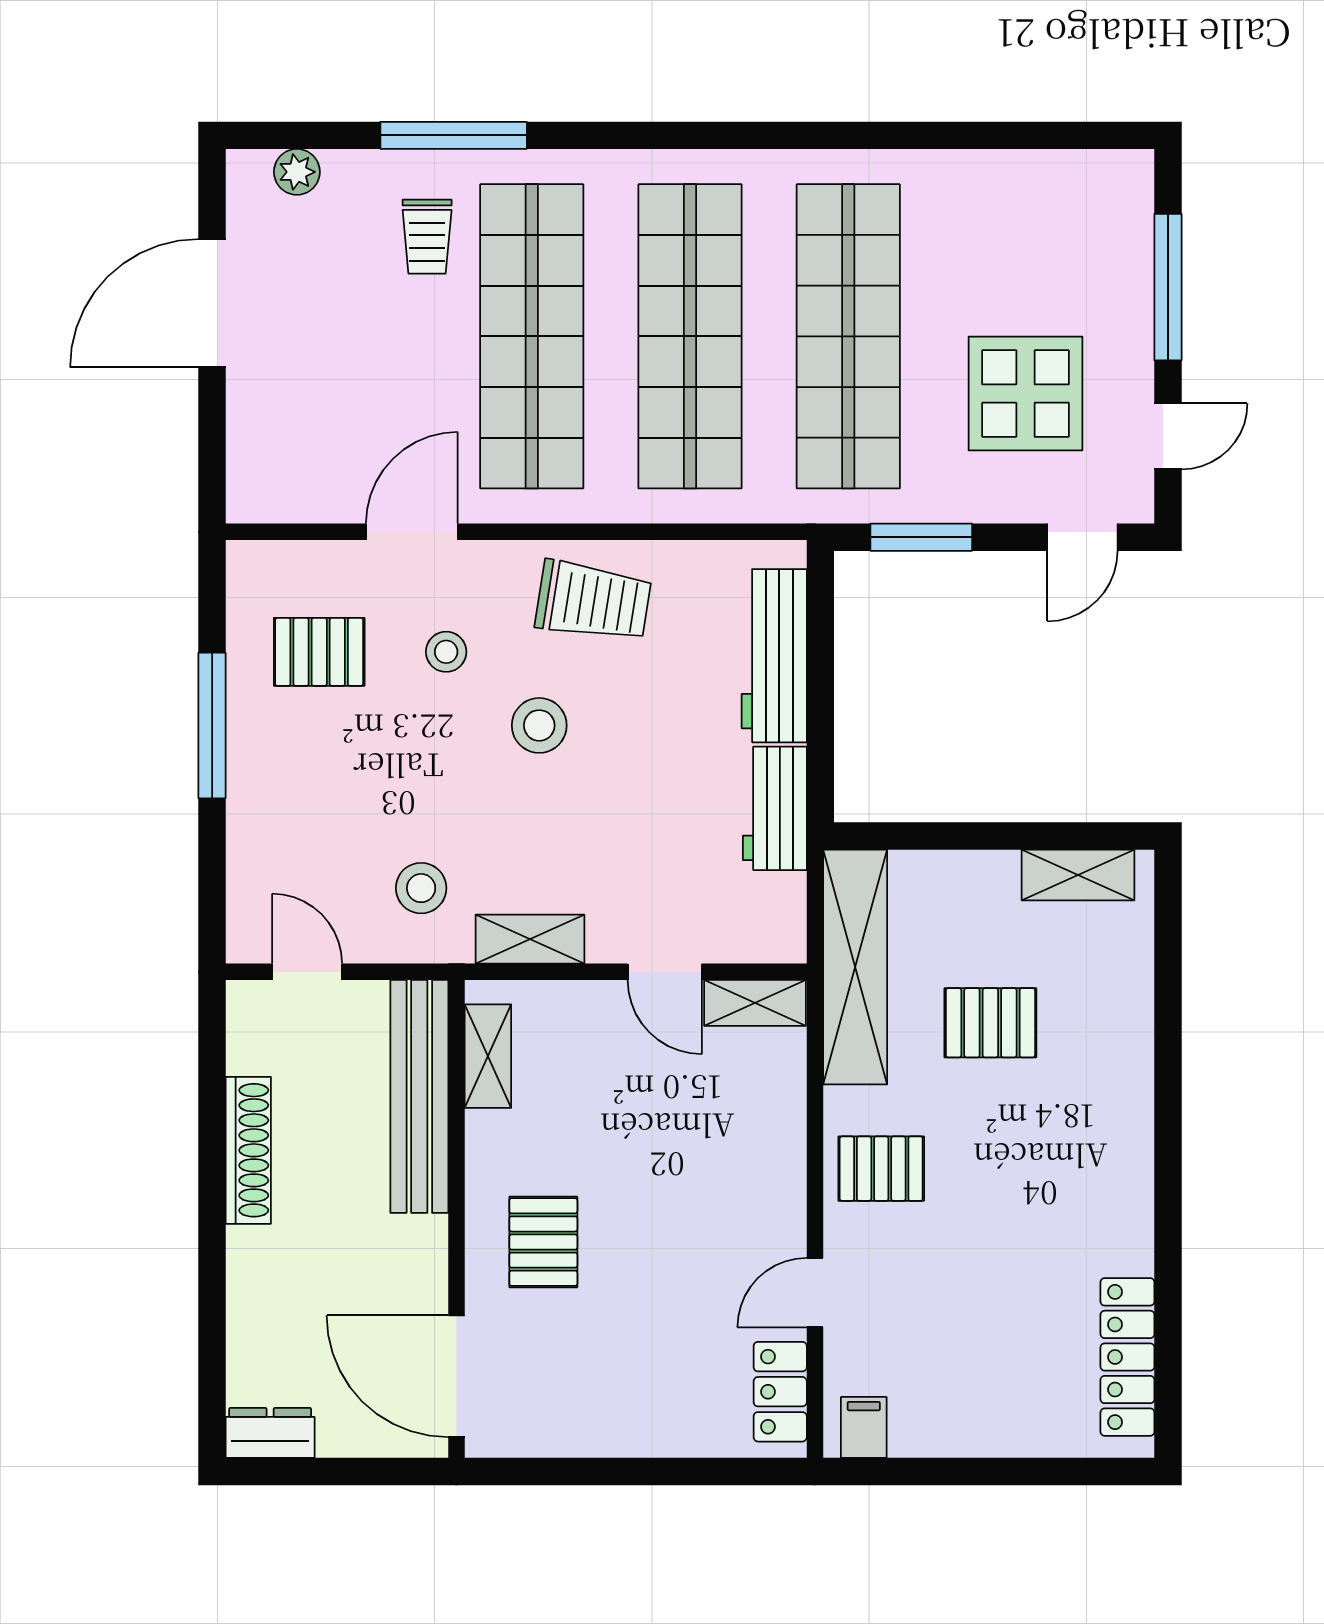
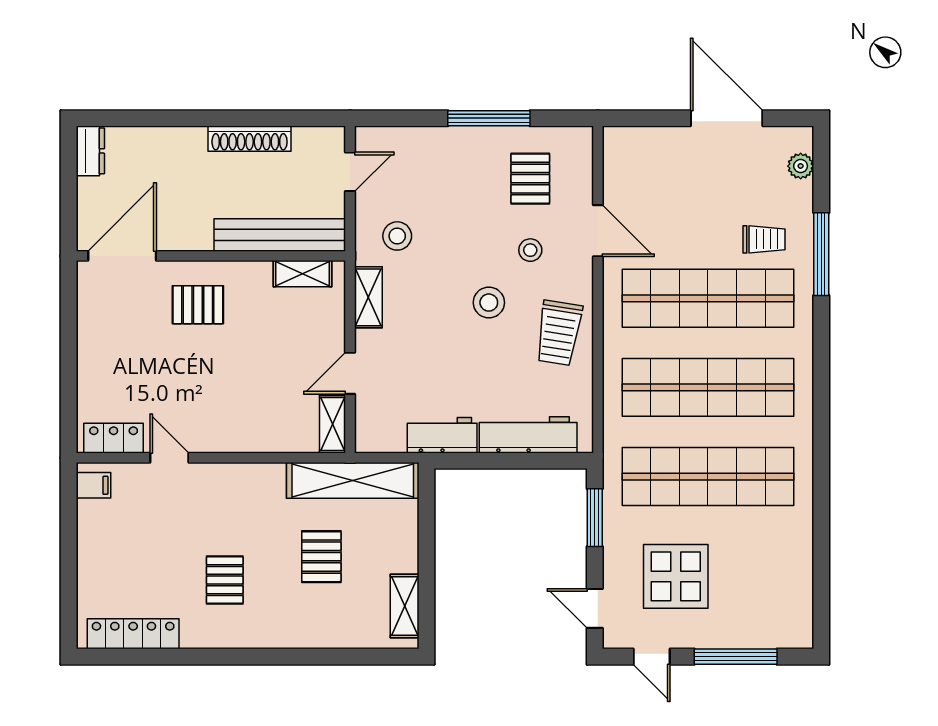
trolley: (427, 237) -> (764, 239), turned 180
pallet: (881, 1169) -> (225, 580), moved

